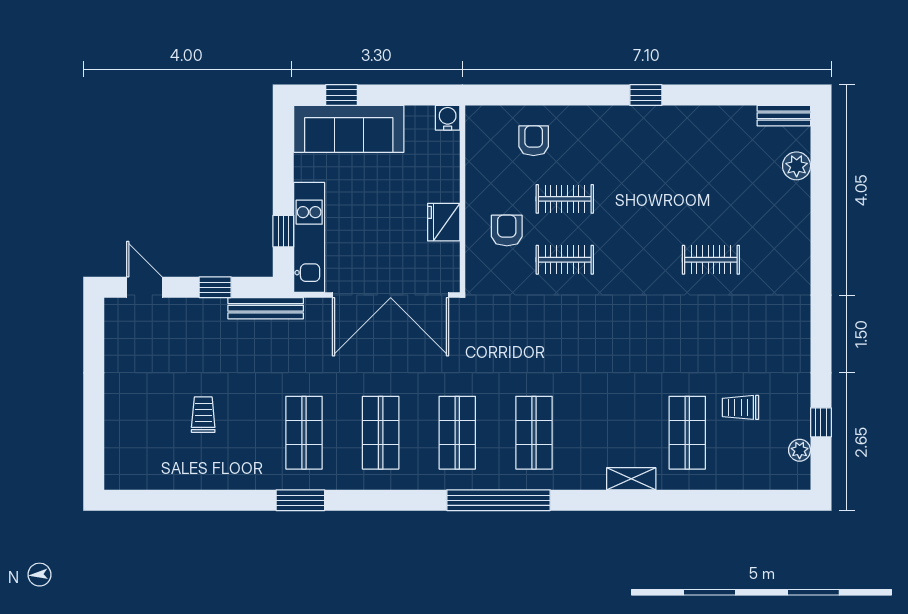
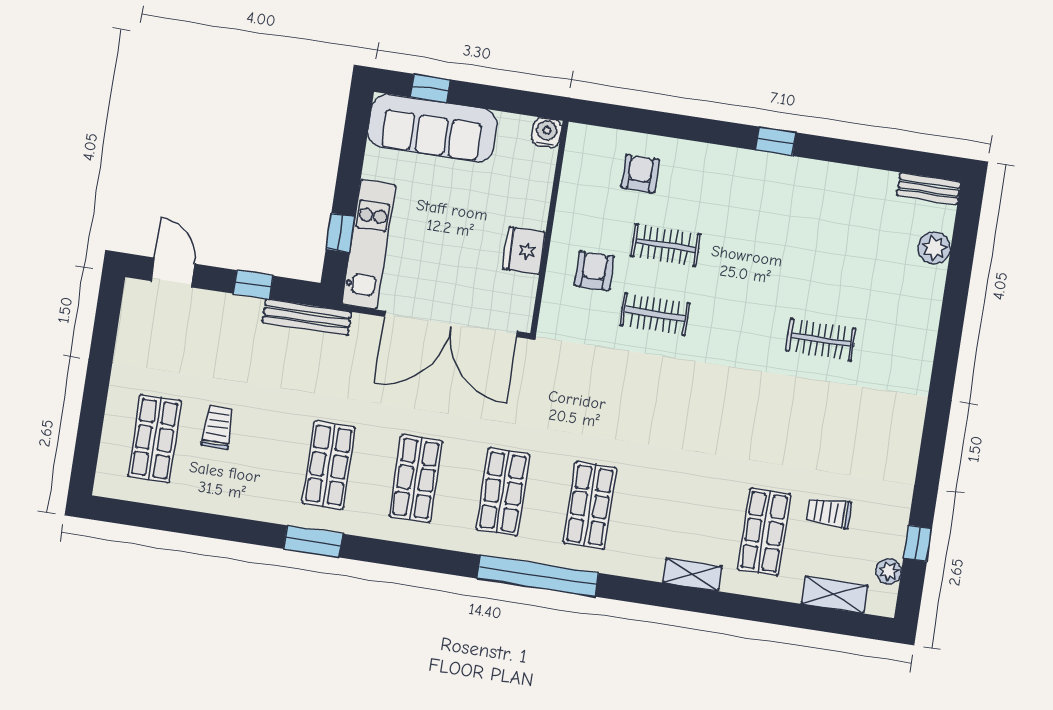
shop shelf: (151, 433) -> (155, 439), added
shelving: (756, 477) -> (835, 595), added

